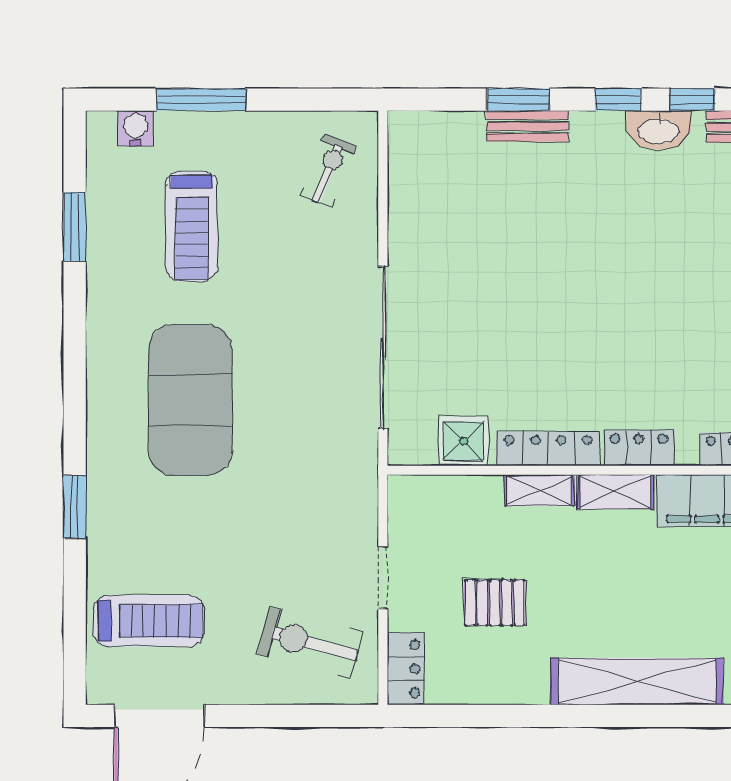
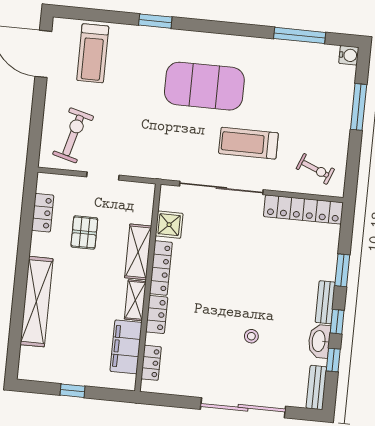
bench: (527, 126) -> (325, 302), moved
water cooler: (135, 128) -> (349, 55), moved
locker: (409, 186) -> (303, 209), added
treadmill: (192, 226) -> (248, 143), moved
window: (75, 227) -> (300, 35), width x1.44
stool: (662, 262) -> (251, 336), added
shelving: (539, 490) -> (138, 252), width x1.50, depth x1.33
locker: (405, 669) -> (43, 213), moved, turned -90

